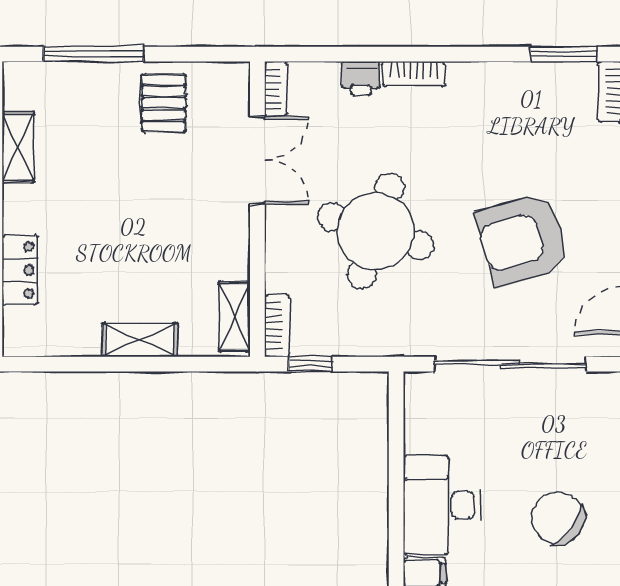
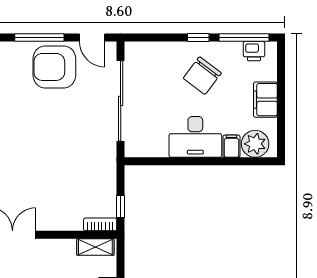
round table: (376, 231) -> (50, 172), removed
armchair: (523, 239) -> (54, 67), moved, turned 106

